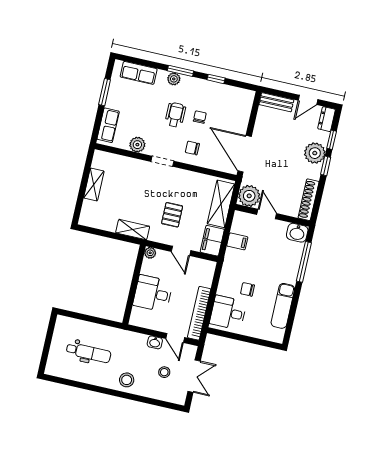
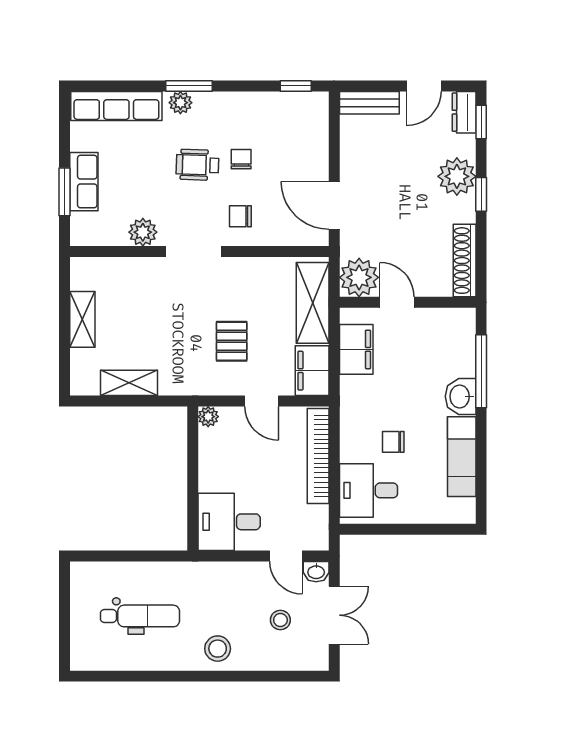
row of seats: (139, 73) -> (116, 106), width x1.48
window: (216, 79) -> (296, 86), moved
window: (105, 92) -> (65, 192), moved
wheelchair: (175, 115) -> (197, 165), turned -88
row of seats: (108, 125) -> (84, 182), moved
window: (332, 140) -> (481, 122), moved
door: (245, 154) -> (334, 205), width x0.73
doorway: (162, 161) -> (193, 252), width x1.38
shelving: (133, 230) -> (129, 383), moved
washbasin: (297, 233) -> (461, 396), moved, turned 90
filing cabinet: (237, 241) -> (356, 349), width x2.00
desk: (153, 293) -> (229, 522), moved
bookcase: (199, 313) -> (318, 456), moved
washbasin: (155, 342) -> (316, 572), moved

